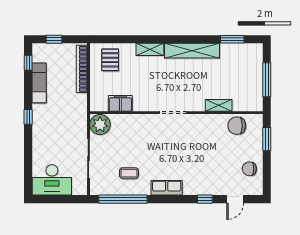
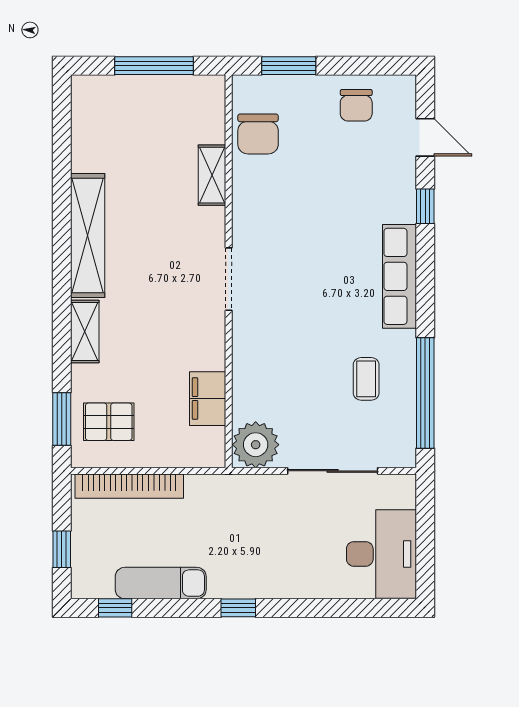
window: (232, 39) -> (62, 419), moved
row of seats: (167, 188) -> (399, 276), width x1.48

